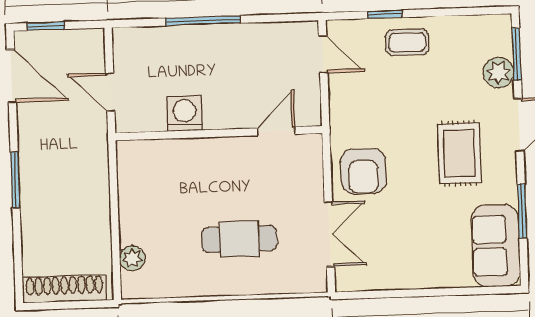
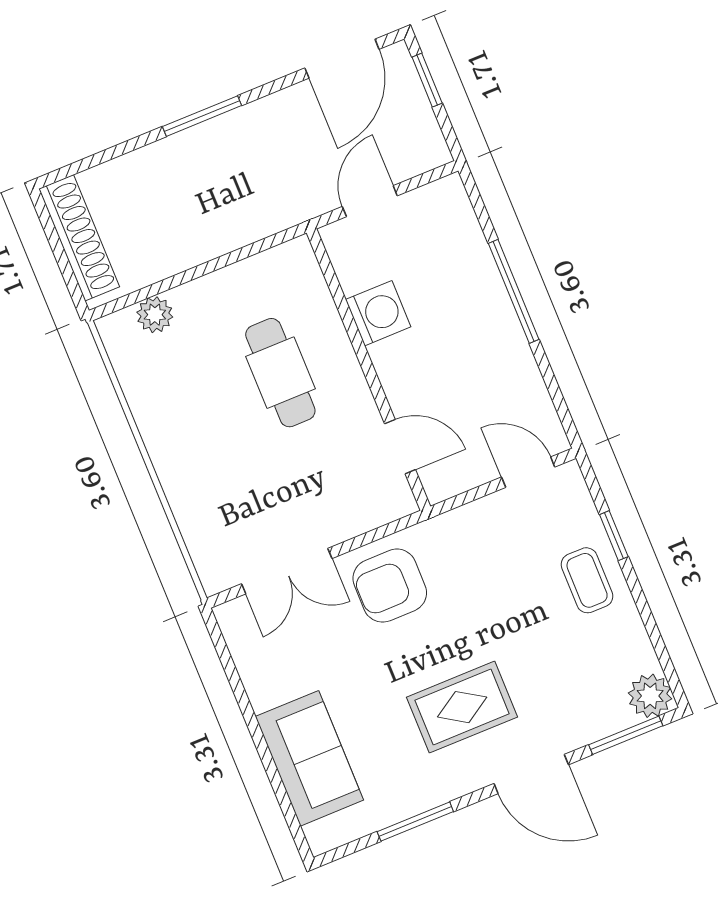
door: (323, 55) -> (528, 472), swing flipped
plant: (498, 73) -> (650, 696), moved
cafe table: (239, 239) -> (280, 373), moved
sofa: (496, 246) -> (309, 758), moved, turned 90

